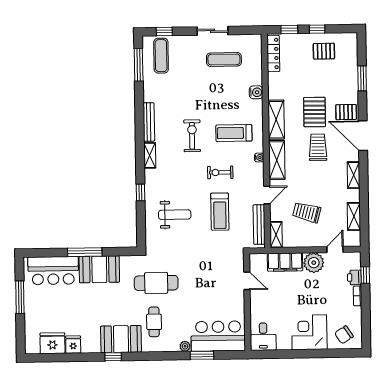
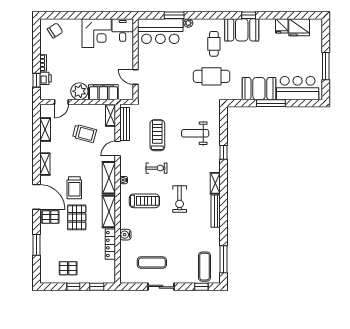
locker: (273, 54) -> (110, 244), moved
corner desk: (309, 332) -> (97, 33), moved

